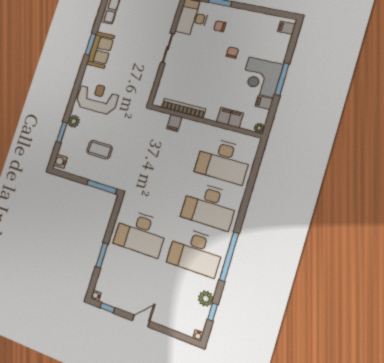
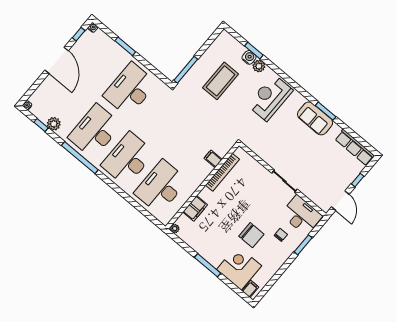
chair: (232, 53) -> (251, 235), width x1.87, depth x1.87
corner desk: (261, 77) -> (239, 268), moved
reception desk: (97, 98) -> (270, 98), turned 180
filing cabinet: (264, 103) -> (195, 242), removed
coffee table: (100, 150) -> (221, 81), width x1.36, depth x1.32
water cooler: (60, 161) -> (249, 57), moved
door: (141, 321) -> (57, 60), width x1.88

